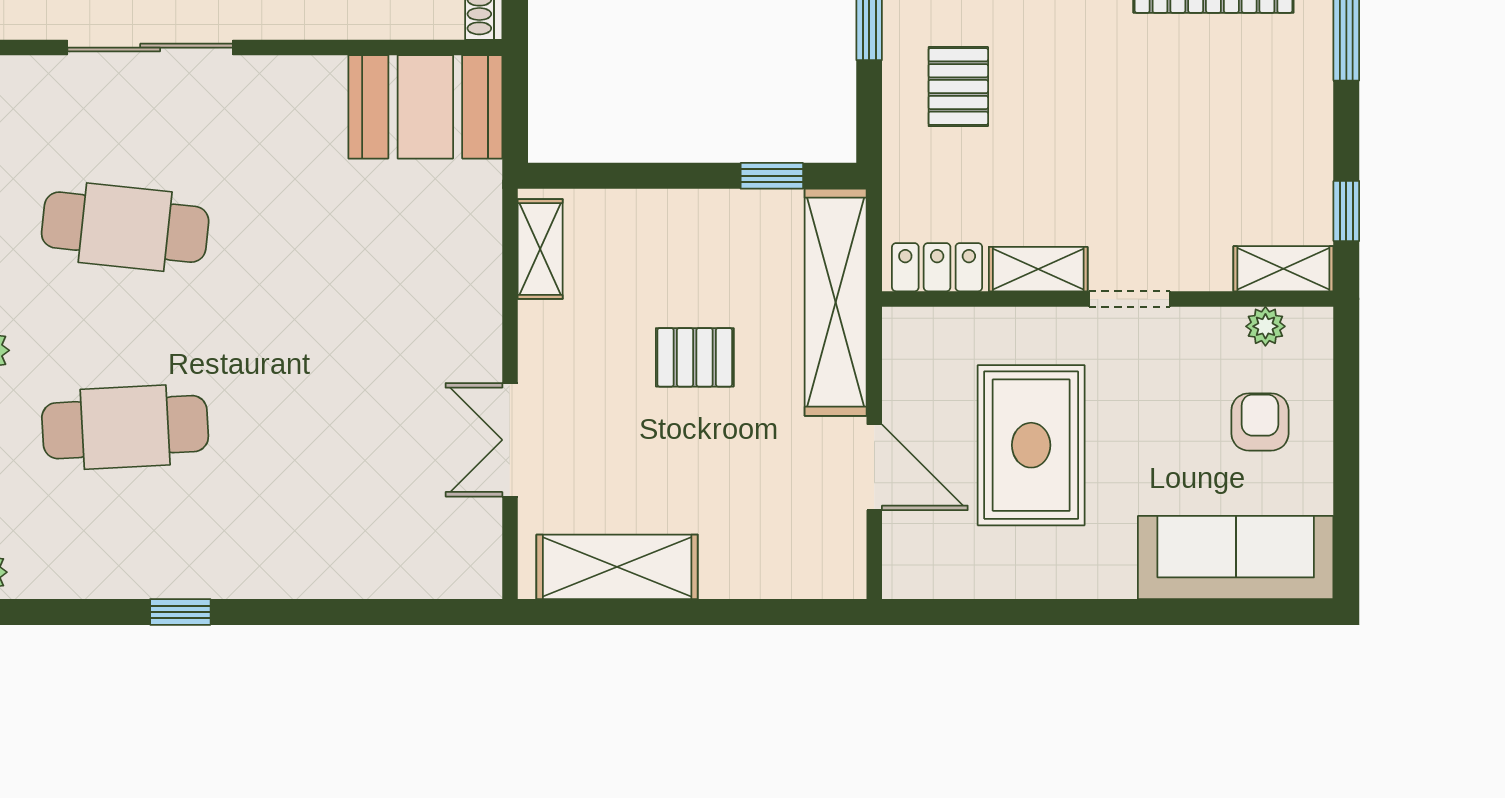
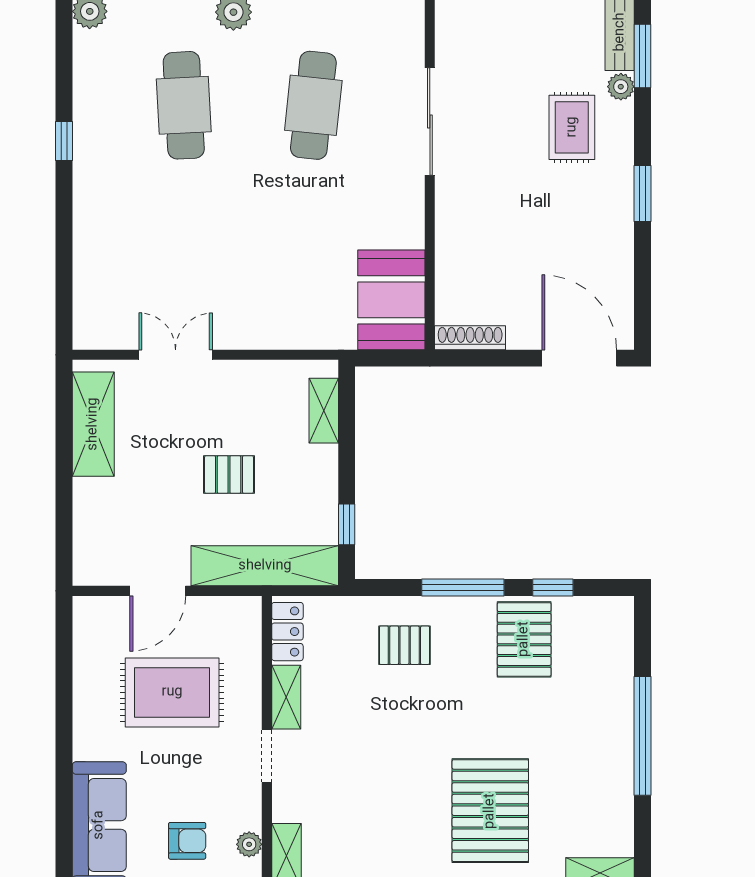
shelving: (540, 249) -> (324, 411), moved, turned 90
pallet: (695, 357) -> (229, 474), turned 90

